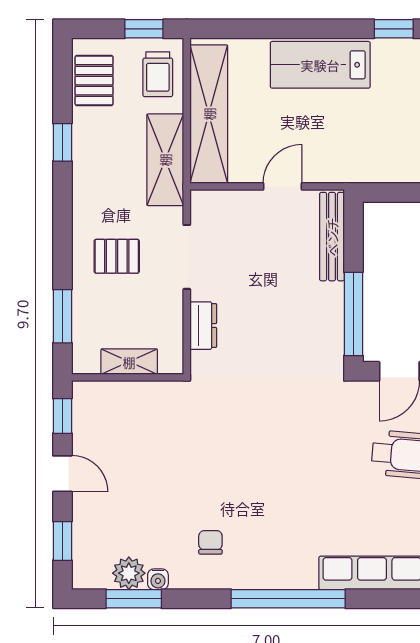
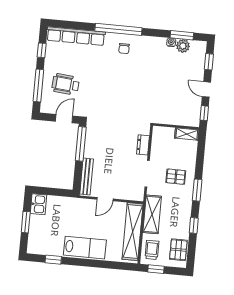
window: (62, 316) -> (197, 190), moved
shelving: (129, 362) -> (187, 134), moved
chair: (210, 542) -> (124, 49), moved

